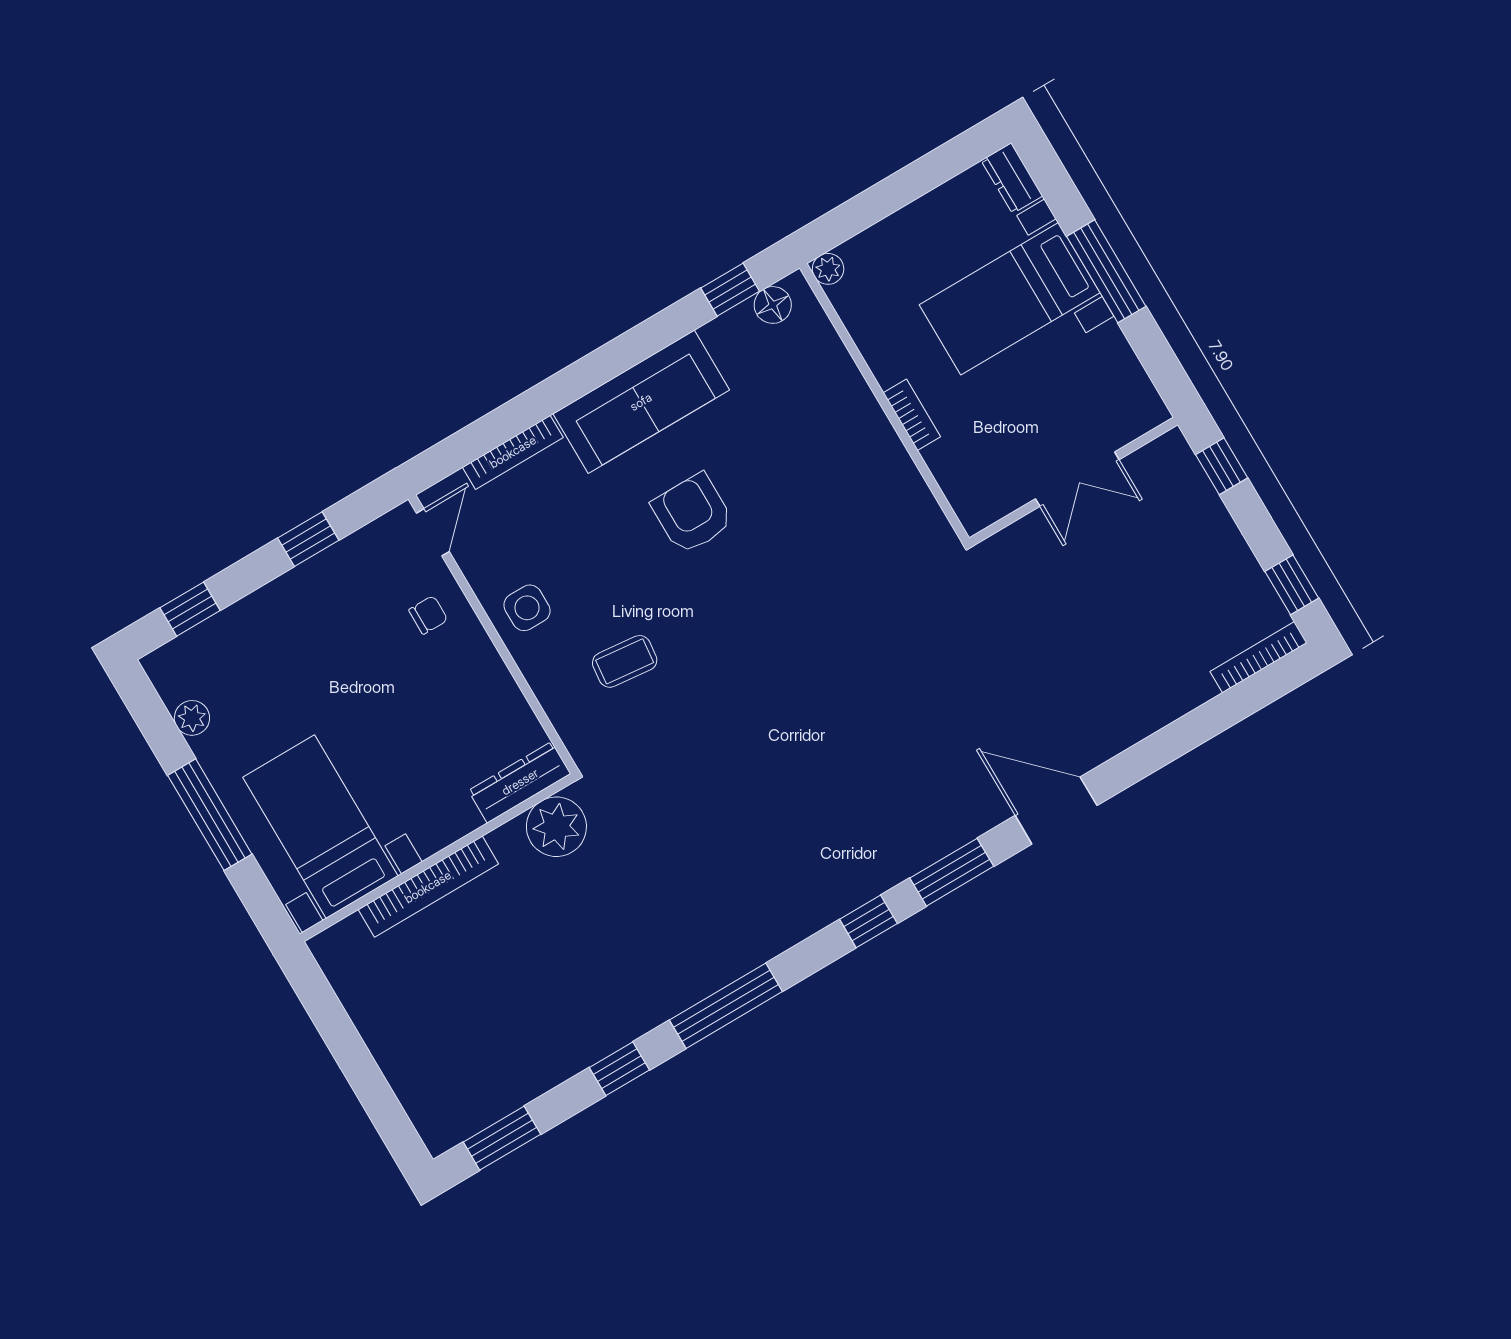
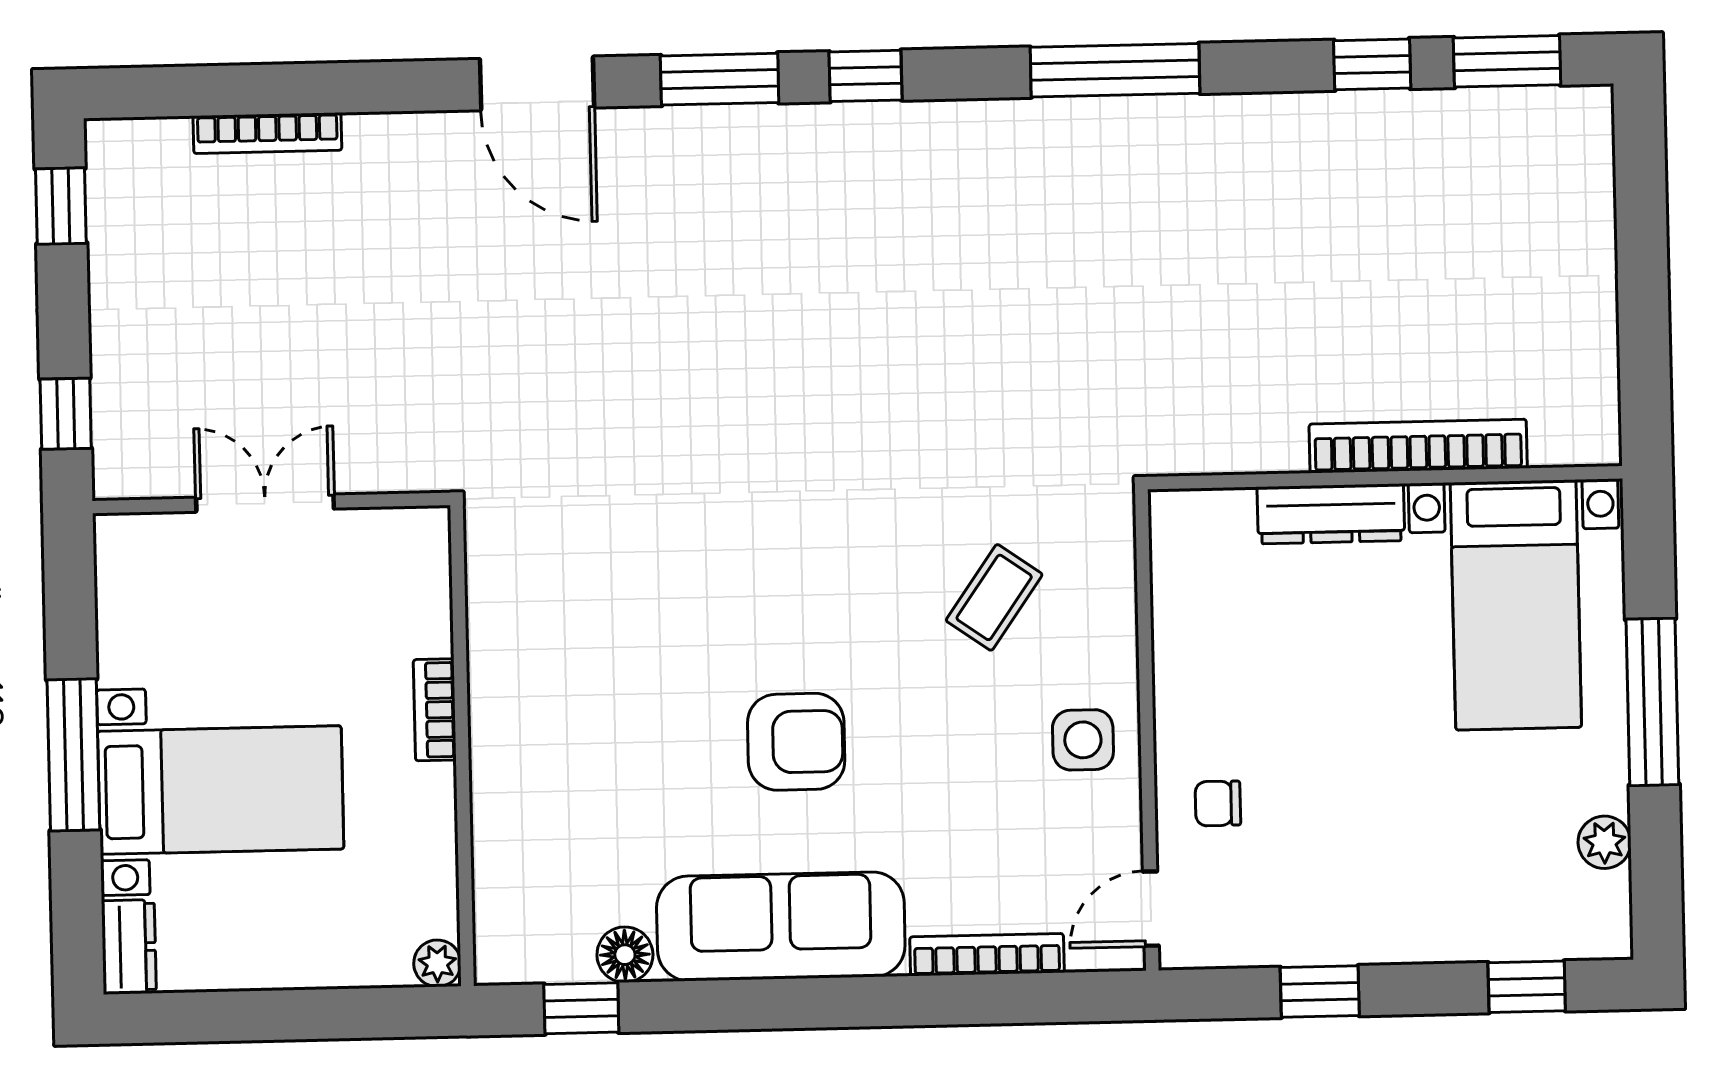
floor lamp: (773, 305) -> (625, 955), moved
armchair: (692, 514) -> (796, 742), turned -90
bookcase: (1258, 657) -> (267, 133), moved
coffee table: (625, 661) -> (994, 597), turned -61
dresser: (520, 782) -> (1331, 514), moved
plant: (556, 827) -> (1206, 430), removed
window: (619, 1069) -> (1372, 64), moved

